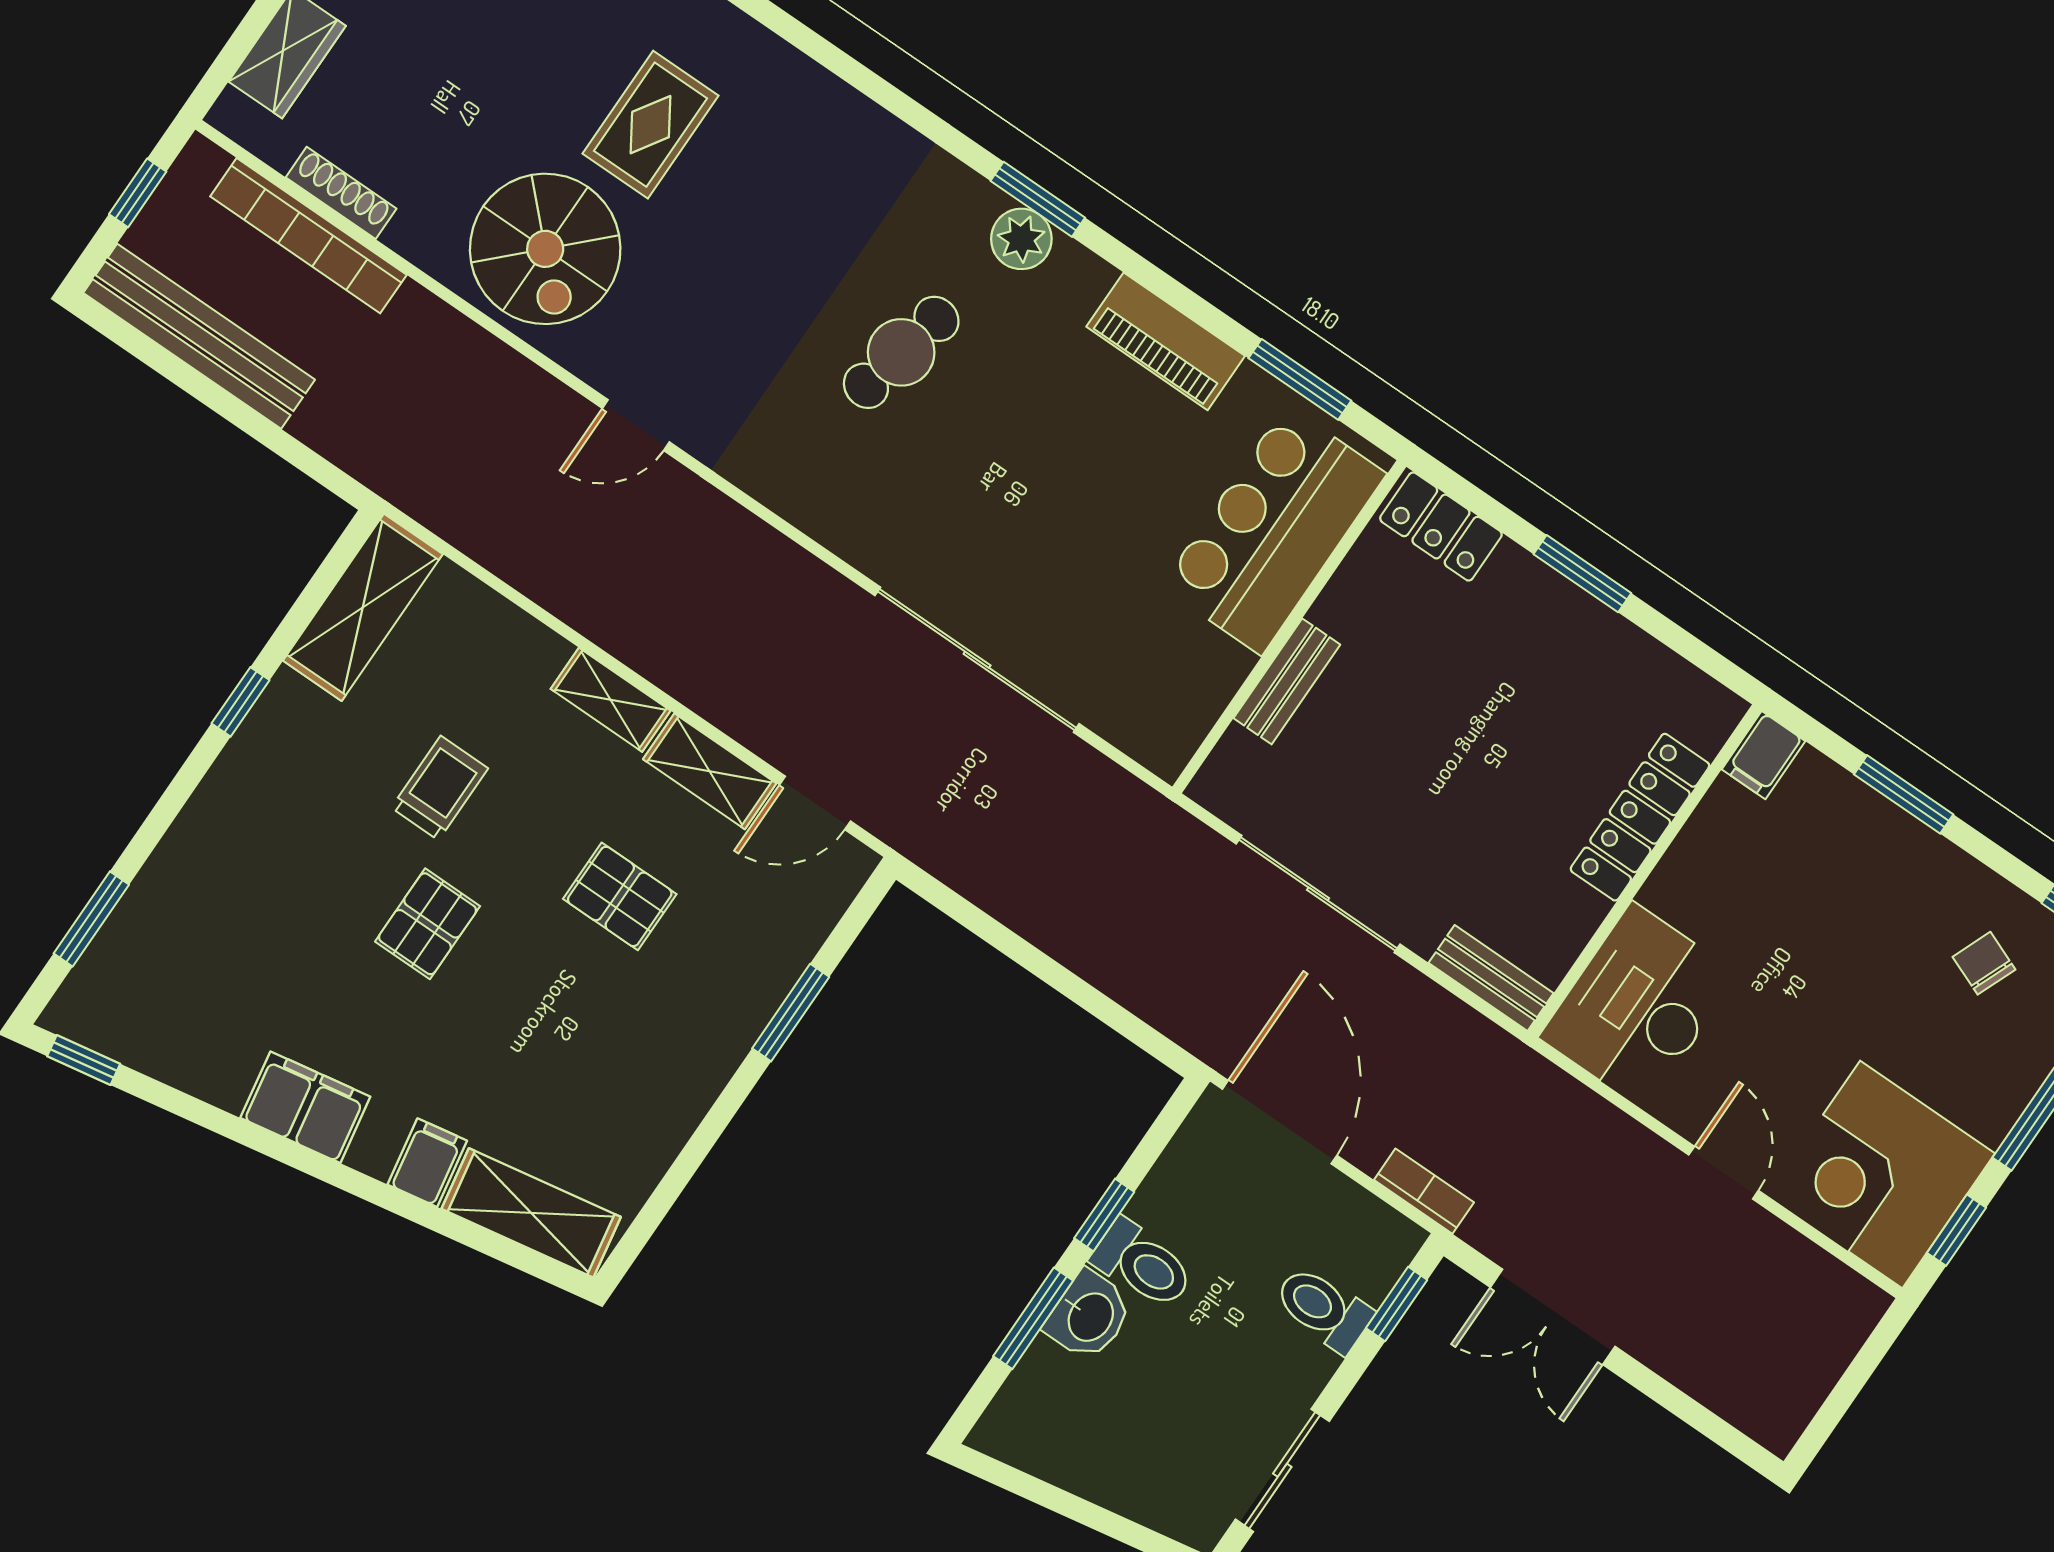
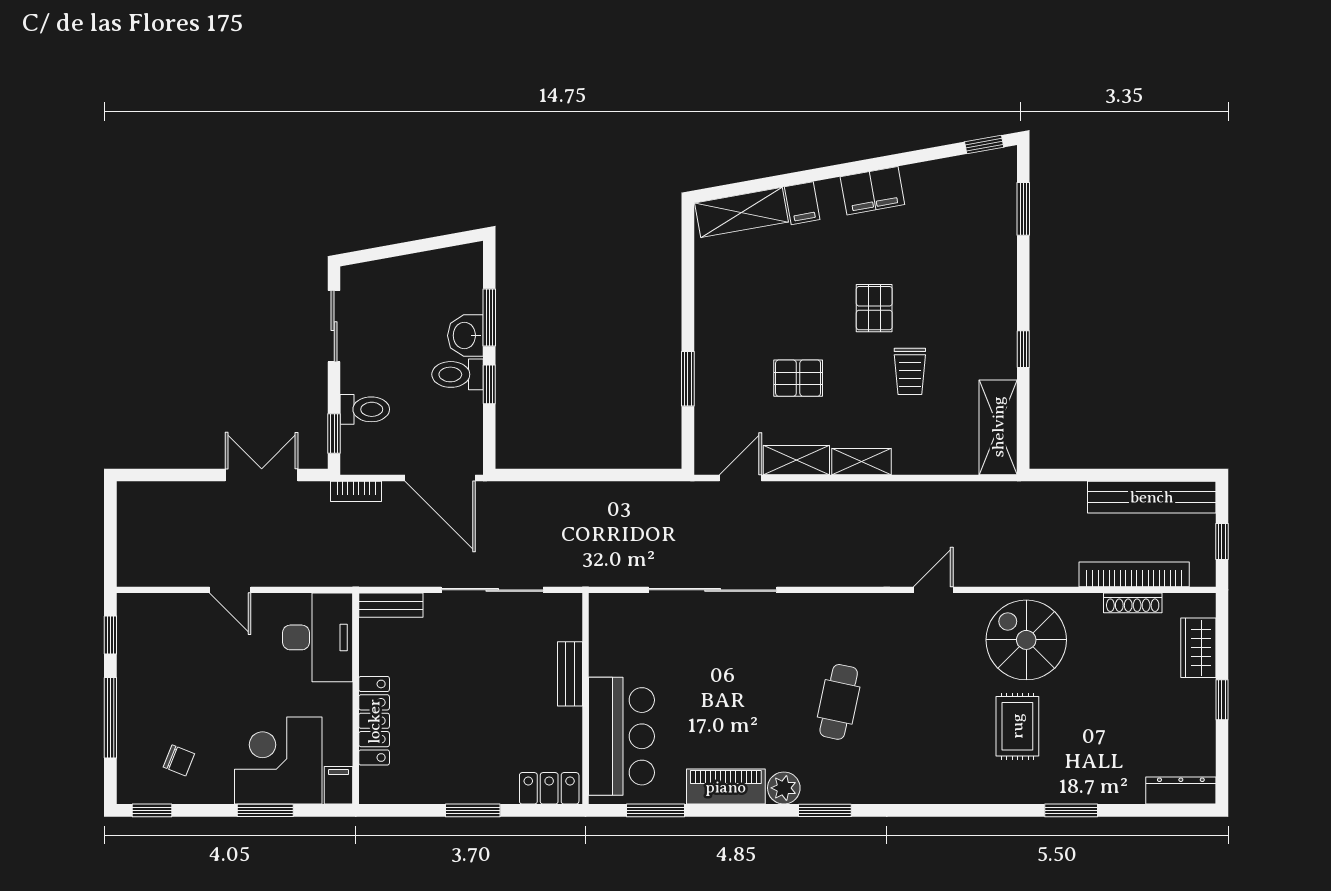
plant: (1021, 239) -> (784, 788), moved
corner desk: (1881, 1175) -> (278, 760), moved, turned -90

